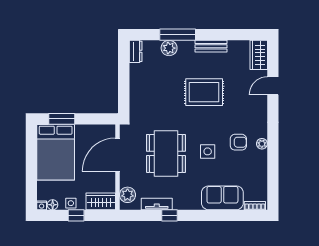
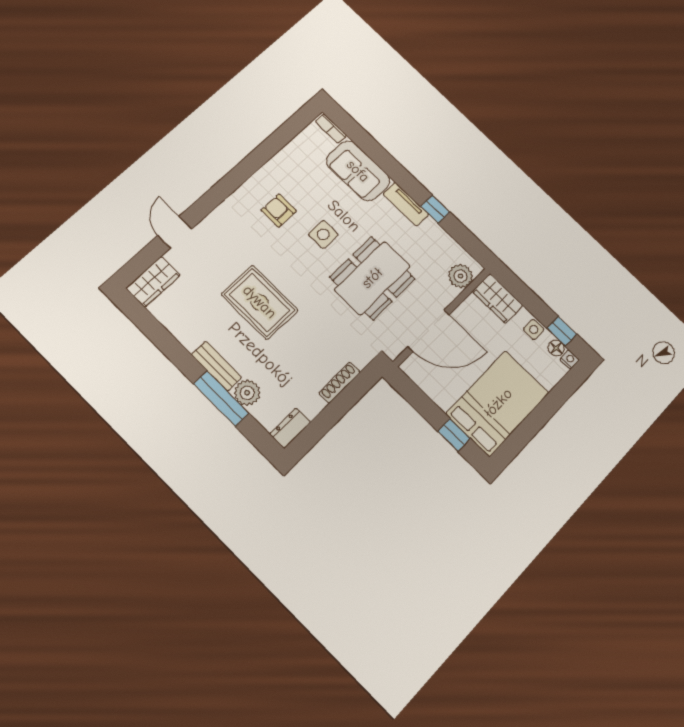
bench: (211, 46) -> (216, 366), moved
door: (273, 86) -> (175, 232), swing flipped
shoe rack: (134, 92) -> (340, 383), added
window: (62, 119) -> (454, 435), width x0.67
plant: (262, 144) -> (254, 183), removed
tv unit: (157, 204) -> (406, 204), moved
window: (76, 215) -> (562, 331), moved

